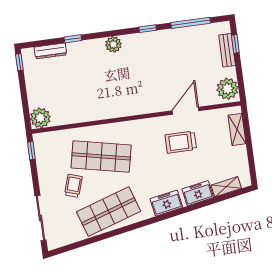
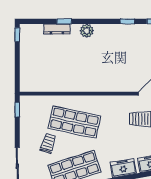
plant: (113, 44) -> (87, 31), moved
dresser: (50, 51) -> (57, 29), moved
plant: (40, 118) -> (28, 83), removed

